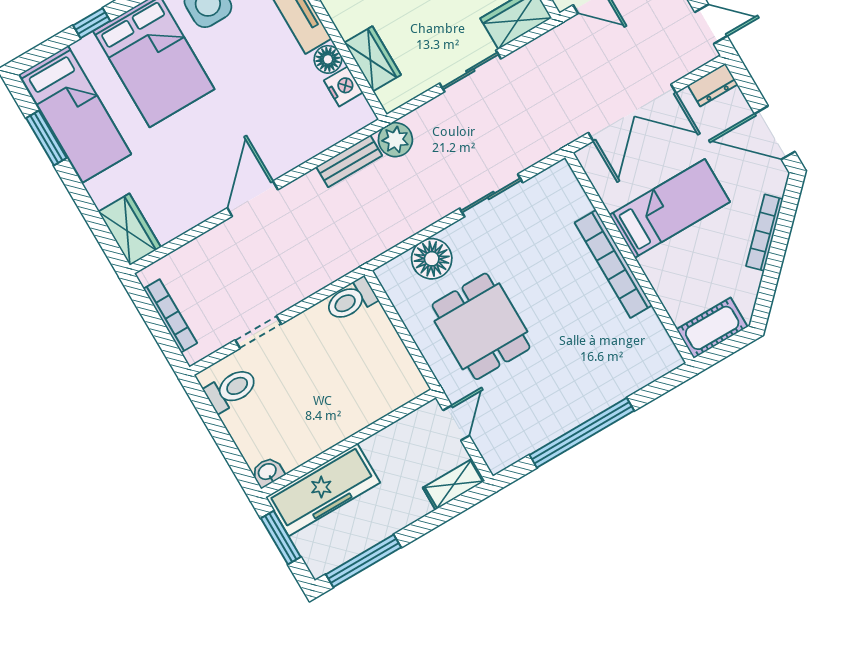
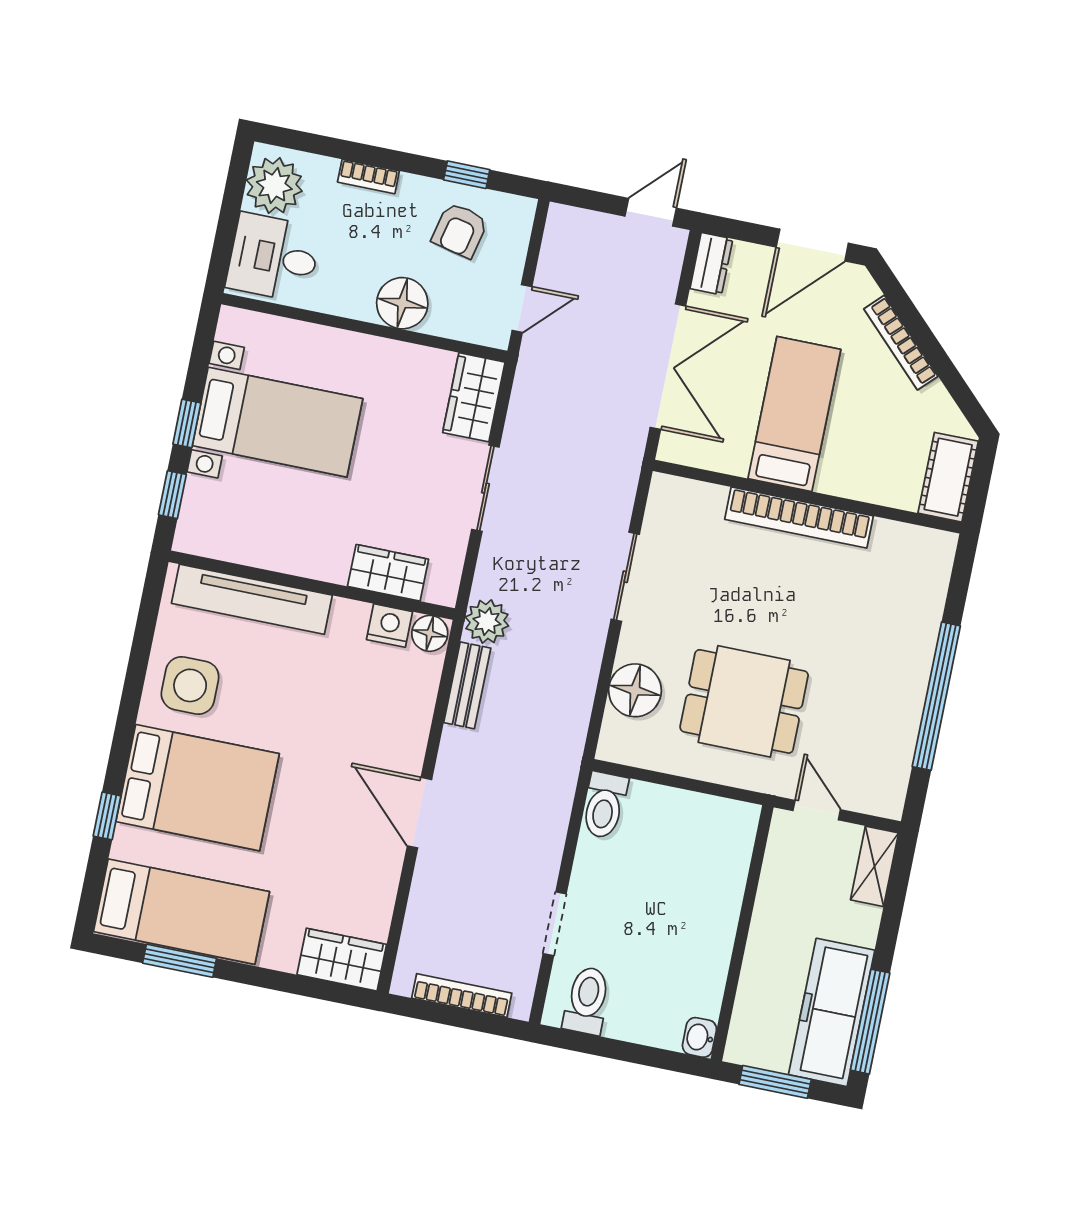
floor lamp: (328, 59) -> (430, 633), moved
freezer: (323, 490) -> (832, 1012), moved, turned 180

